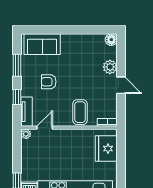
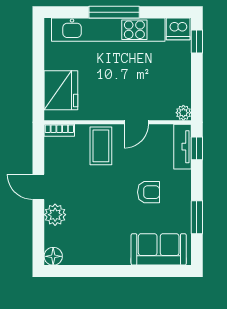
window: (17, 97) -> (197, 148), moved
door: (45, 128) -> (136, 122), moved

